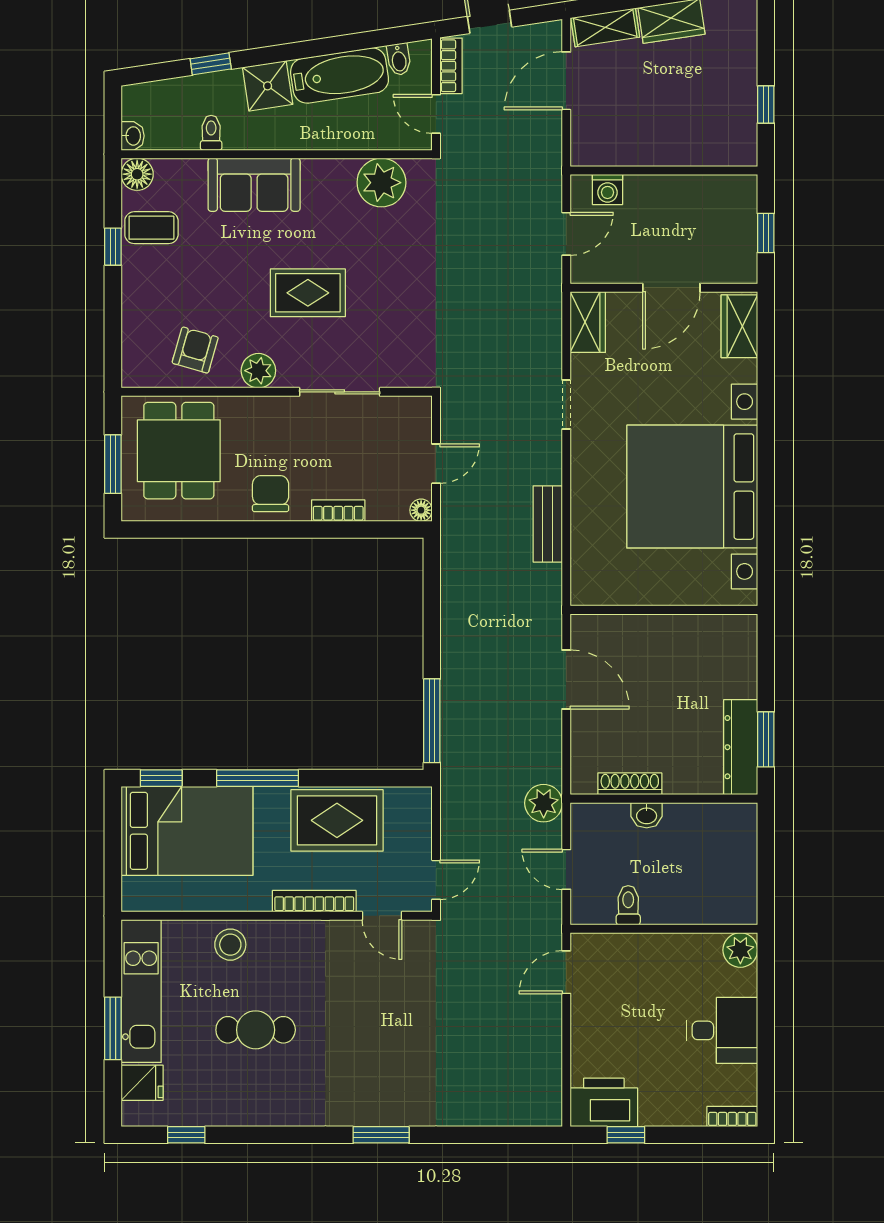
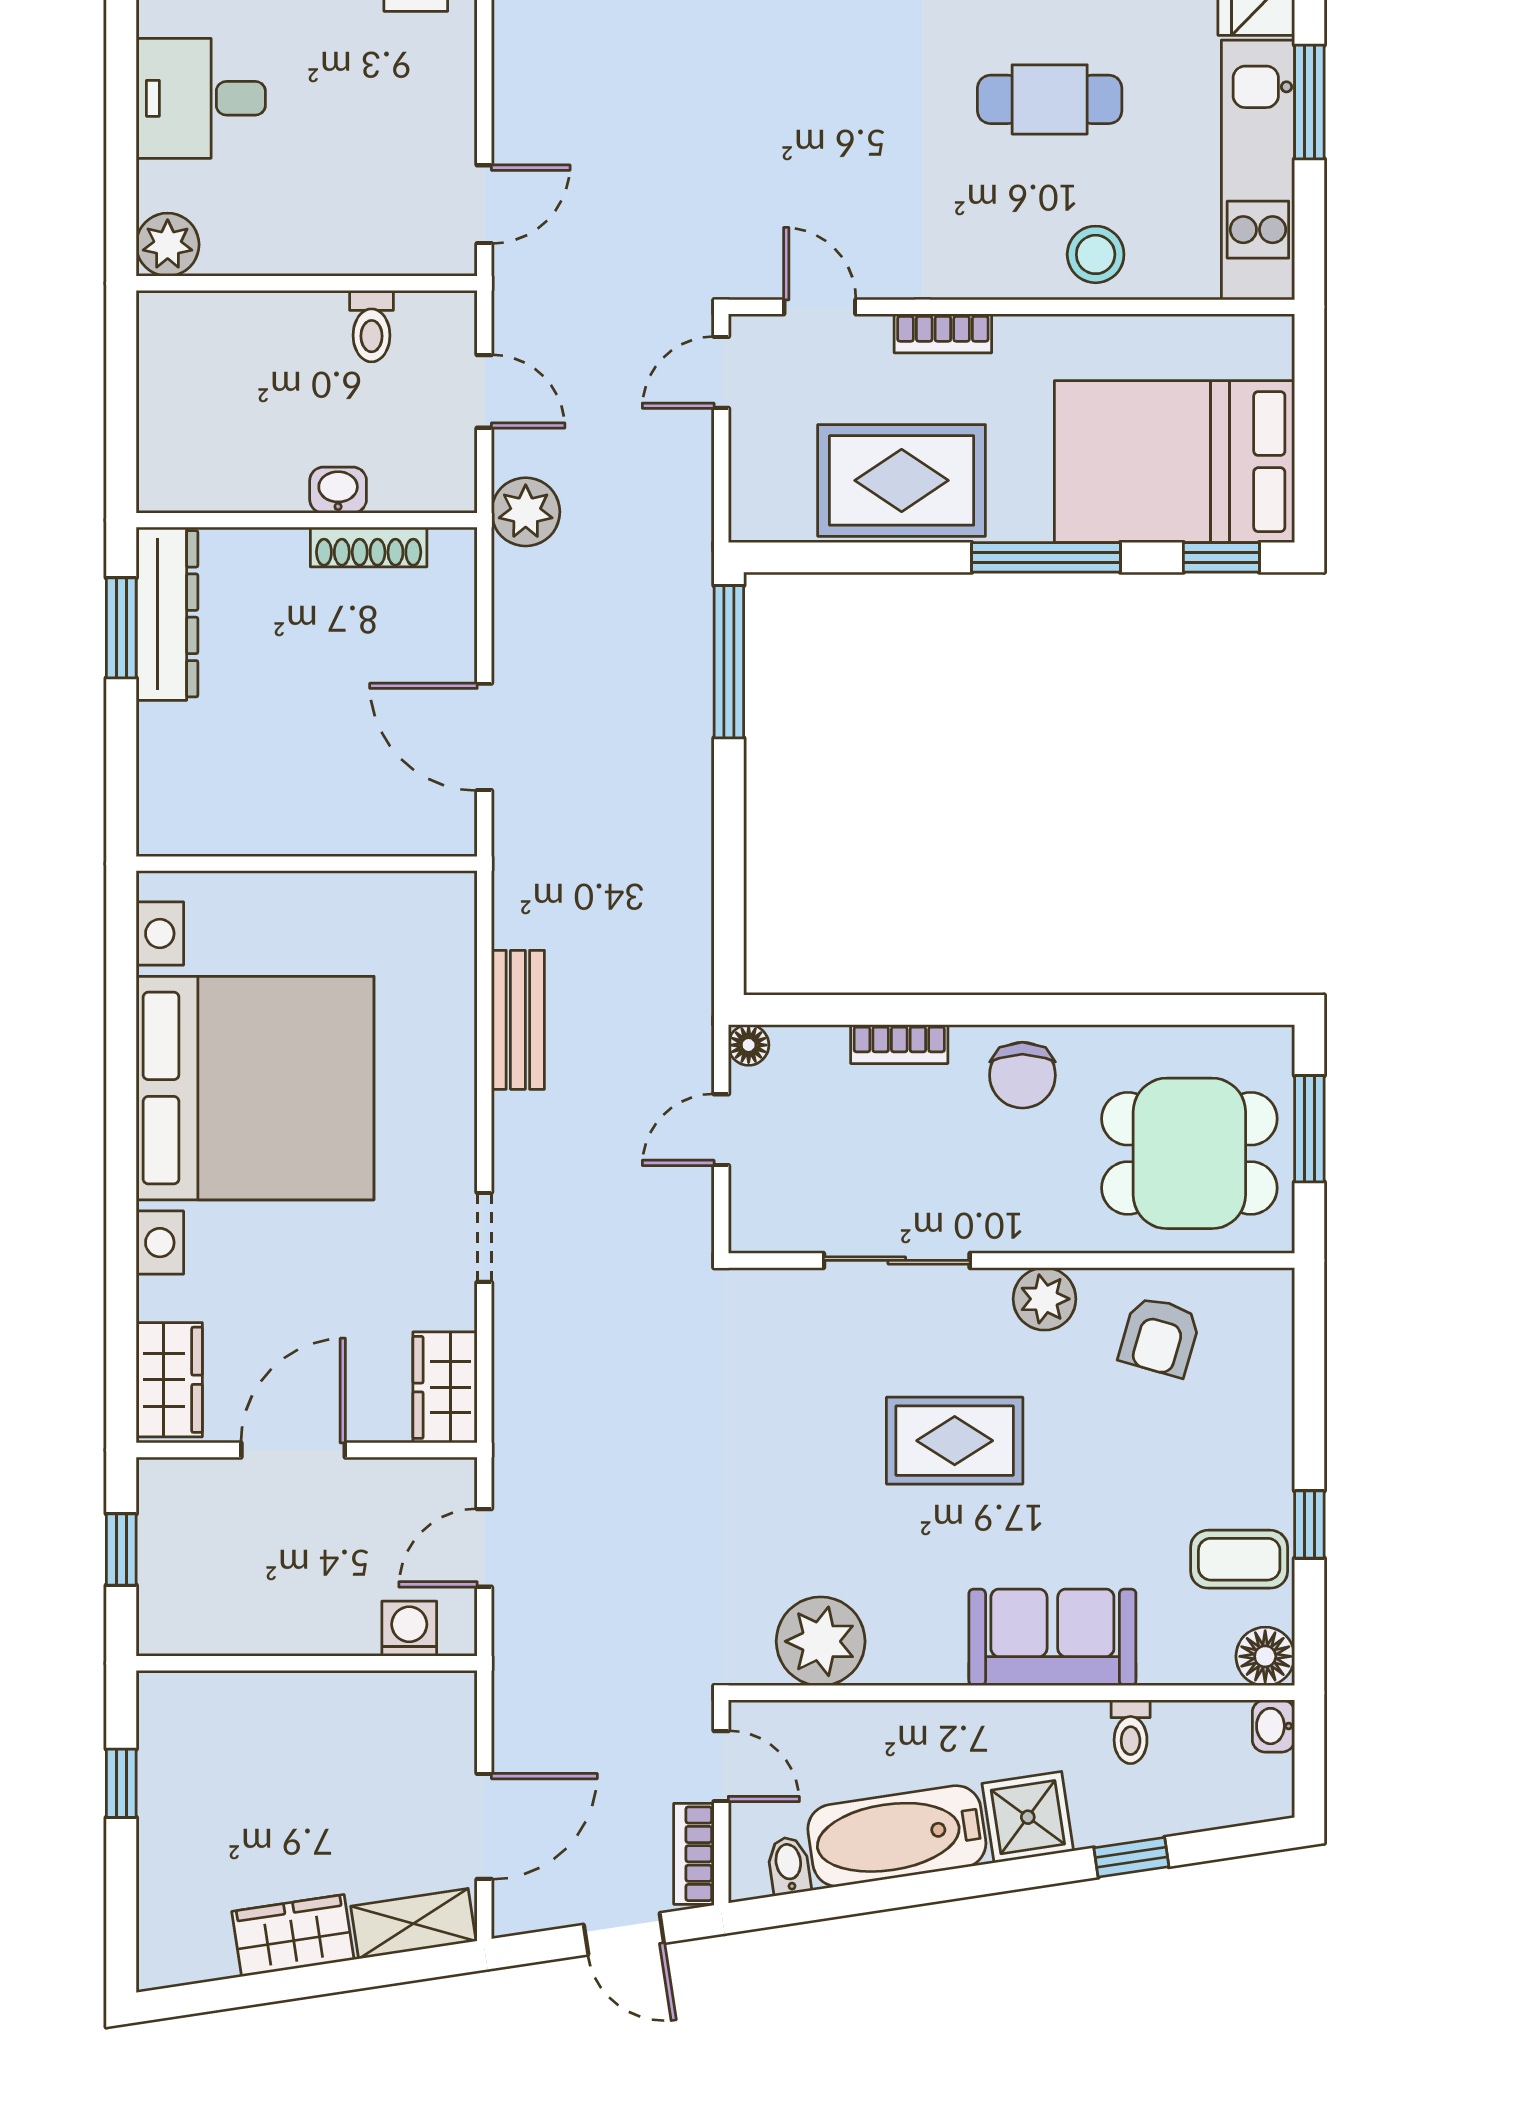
dining table: (179, 451) -> (1189, 1153), turned 90
bookcase: (314, 901) -> (943, 333), width x0.64

